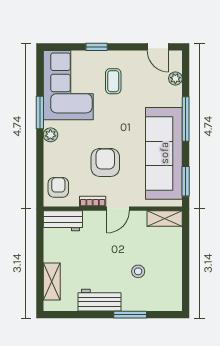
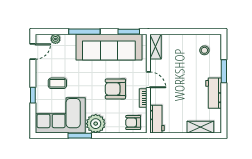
plant: (50, 135) -> (96, 124), width x1.88, depth x1.88
stool: (138, 271) -> (204, 50), moved

